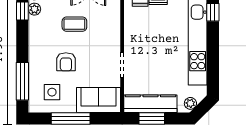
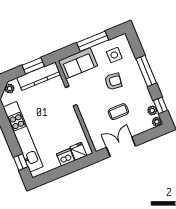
armchair: (66, 62) -> (113, 81), turned 97
window: (22, 81) -> (146, 71), moved

